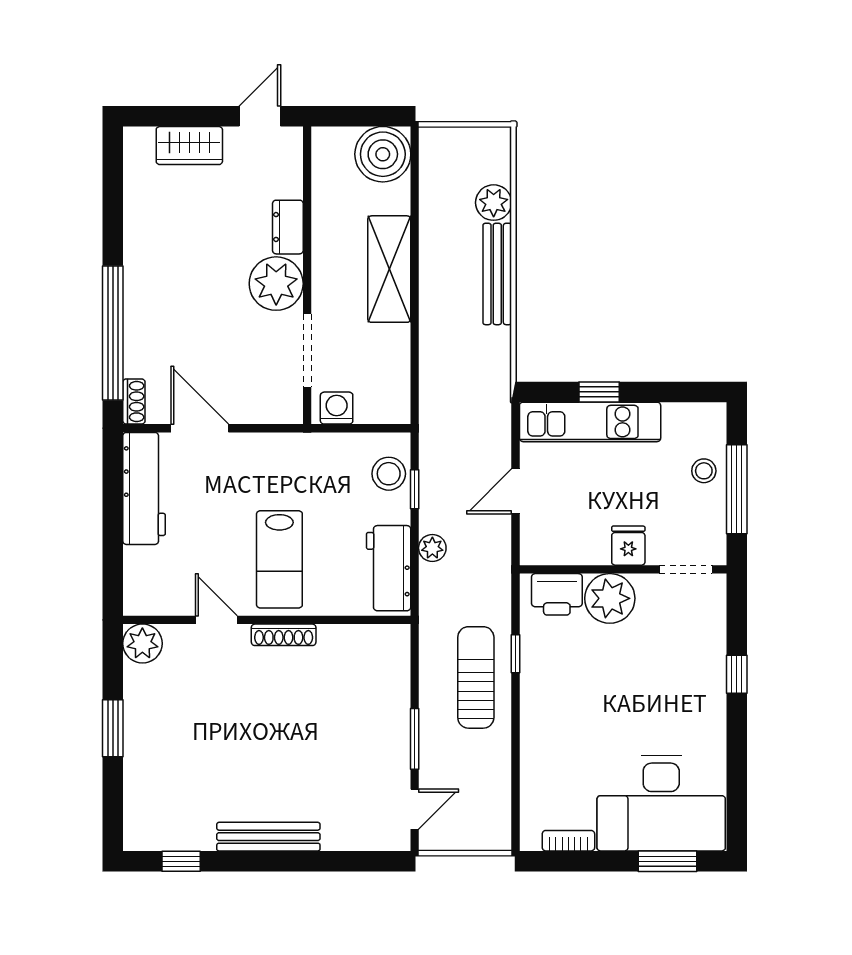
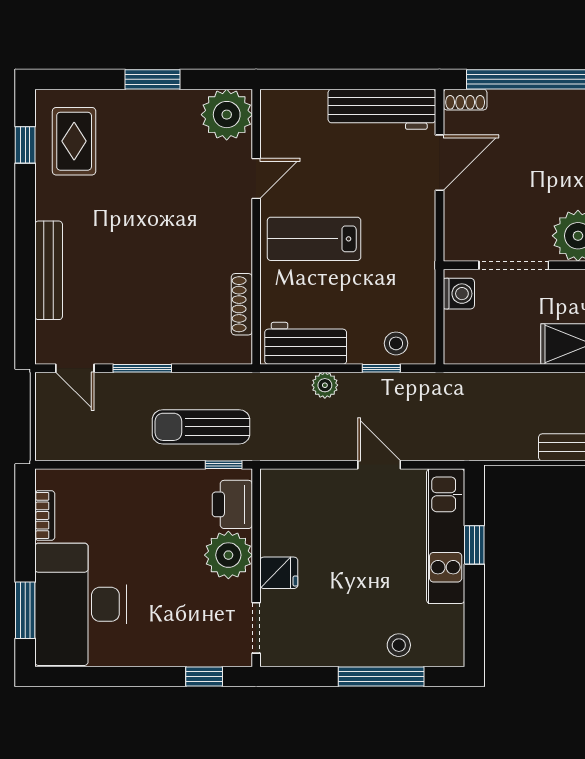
stool: (389, 474) -> (396, 343), width x0.73, depth x0.73
fridge: (628, 546) -> (279, 573), moved
wall: (623, 569) -> (256, 568), moved
doorway: (686, 569) -> (256, 628), moved
printer: (557, 594) -> (232, 504), moved
plant: (610, 598) -> (228, 555), moved
shoe rack: (284, 635) -> (242, 304), moved
plant: (142, 643) -> (227, 115), width x1.36, depth x1.36
sun lounger: (476, 677) -> (201, 427), turned 180
rug: (177, 810) -> (74, 141), added
bench: (268, 837) -> (49, 270), moved

